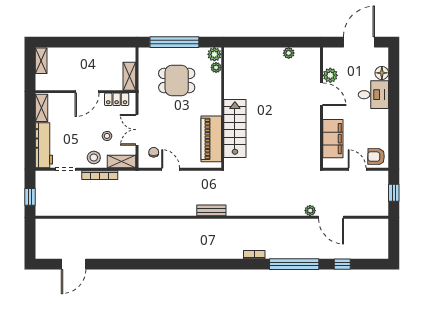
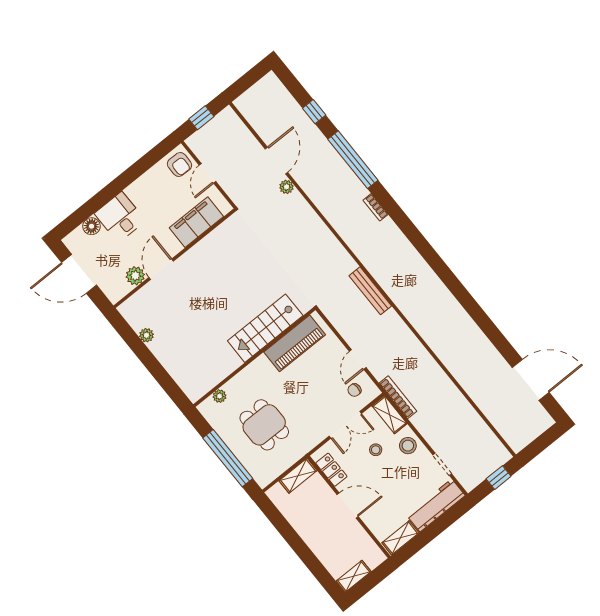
plant: (214, 54) -> (208, 408), removed
bookcase: (100, 175) -> (398, 397), moved
bench: (211, 210) -> (370, 291), width x1.36
door: (74, 264) -> (531, 380), width x1.36

